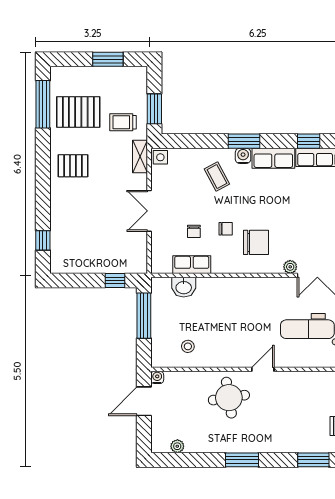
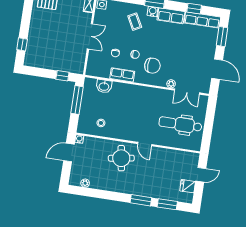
double door: (149, 211) -> (90, 36), swing flipped
row of seats: (192, 265) -> (122, 75), moved
door: (263, 369) -> (145, 144), swing flipped
window: (242, 460) -> (141, 200), moved

